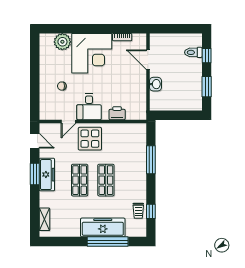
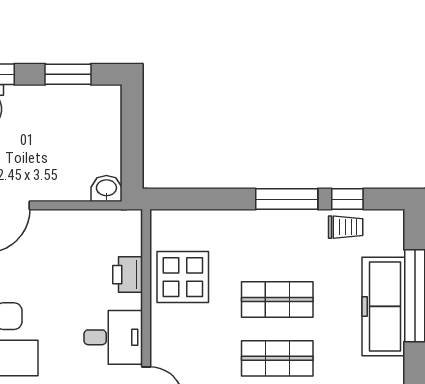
washbasin: (156, 84) -> (106, 189), moved
display table: (90, 139) -> (183, 277), moved
window: (151, 160) -> (287, 199), moved

